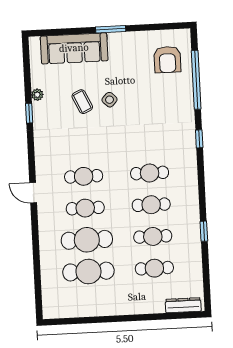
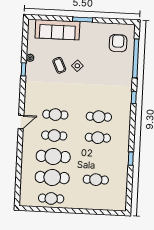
armchair: (167, 59) -> (118, 43), turned 180
door: (33, 193) -> (21, 122), swing flipped
cafe table: (153, 236) -> (51, 198), moved
dresser: (183, 305) -> (112, 206), removed

